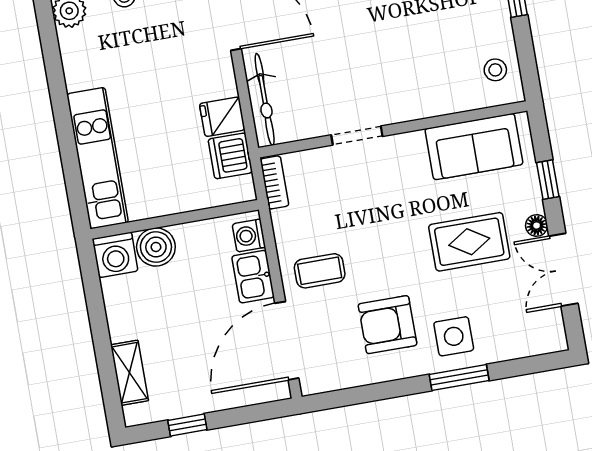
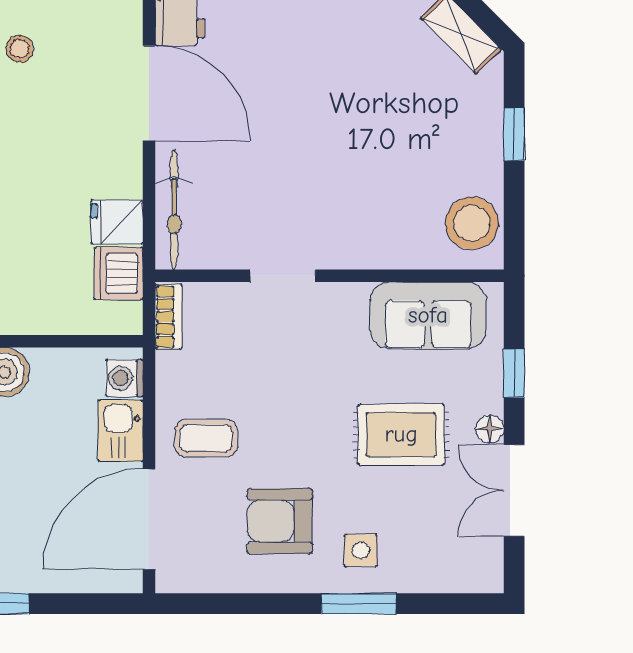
stool: (495, 70) -> (472, 223), width x1.89, depth x1.89
side table: (454, 336) -> (361, 550), width x0.73, depth x0.73

